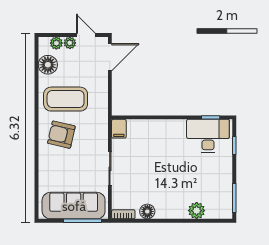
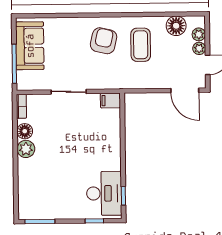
coffee table: (66, 99) -> (141, 45), width x0.73, depth x0.76
sofa: (74, 206) -> (30, 46), width x0.73
plant: (197, 211) -> (26, 149), moved

